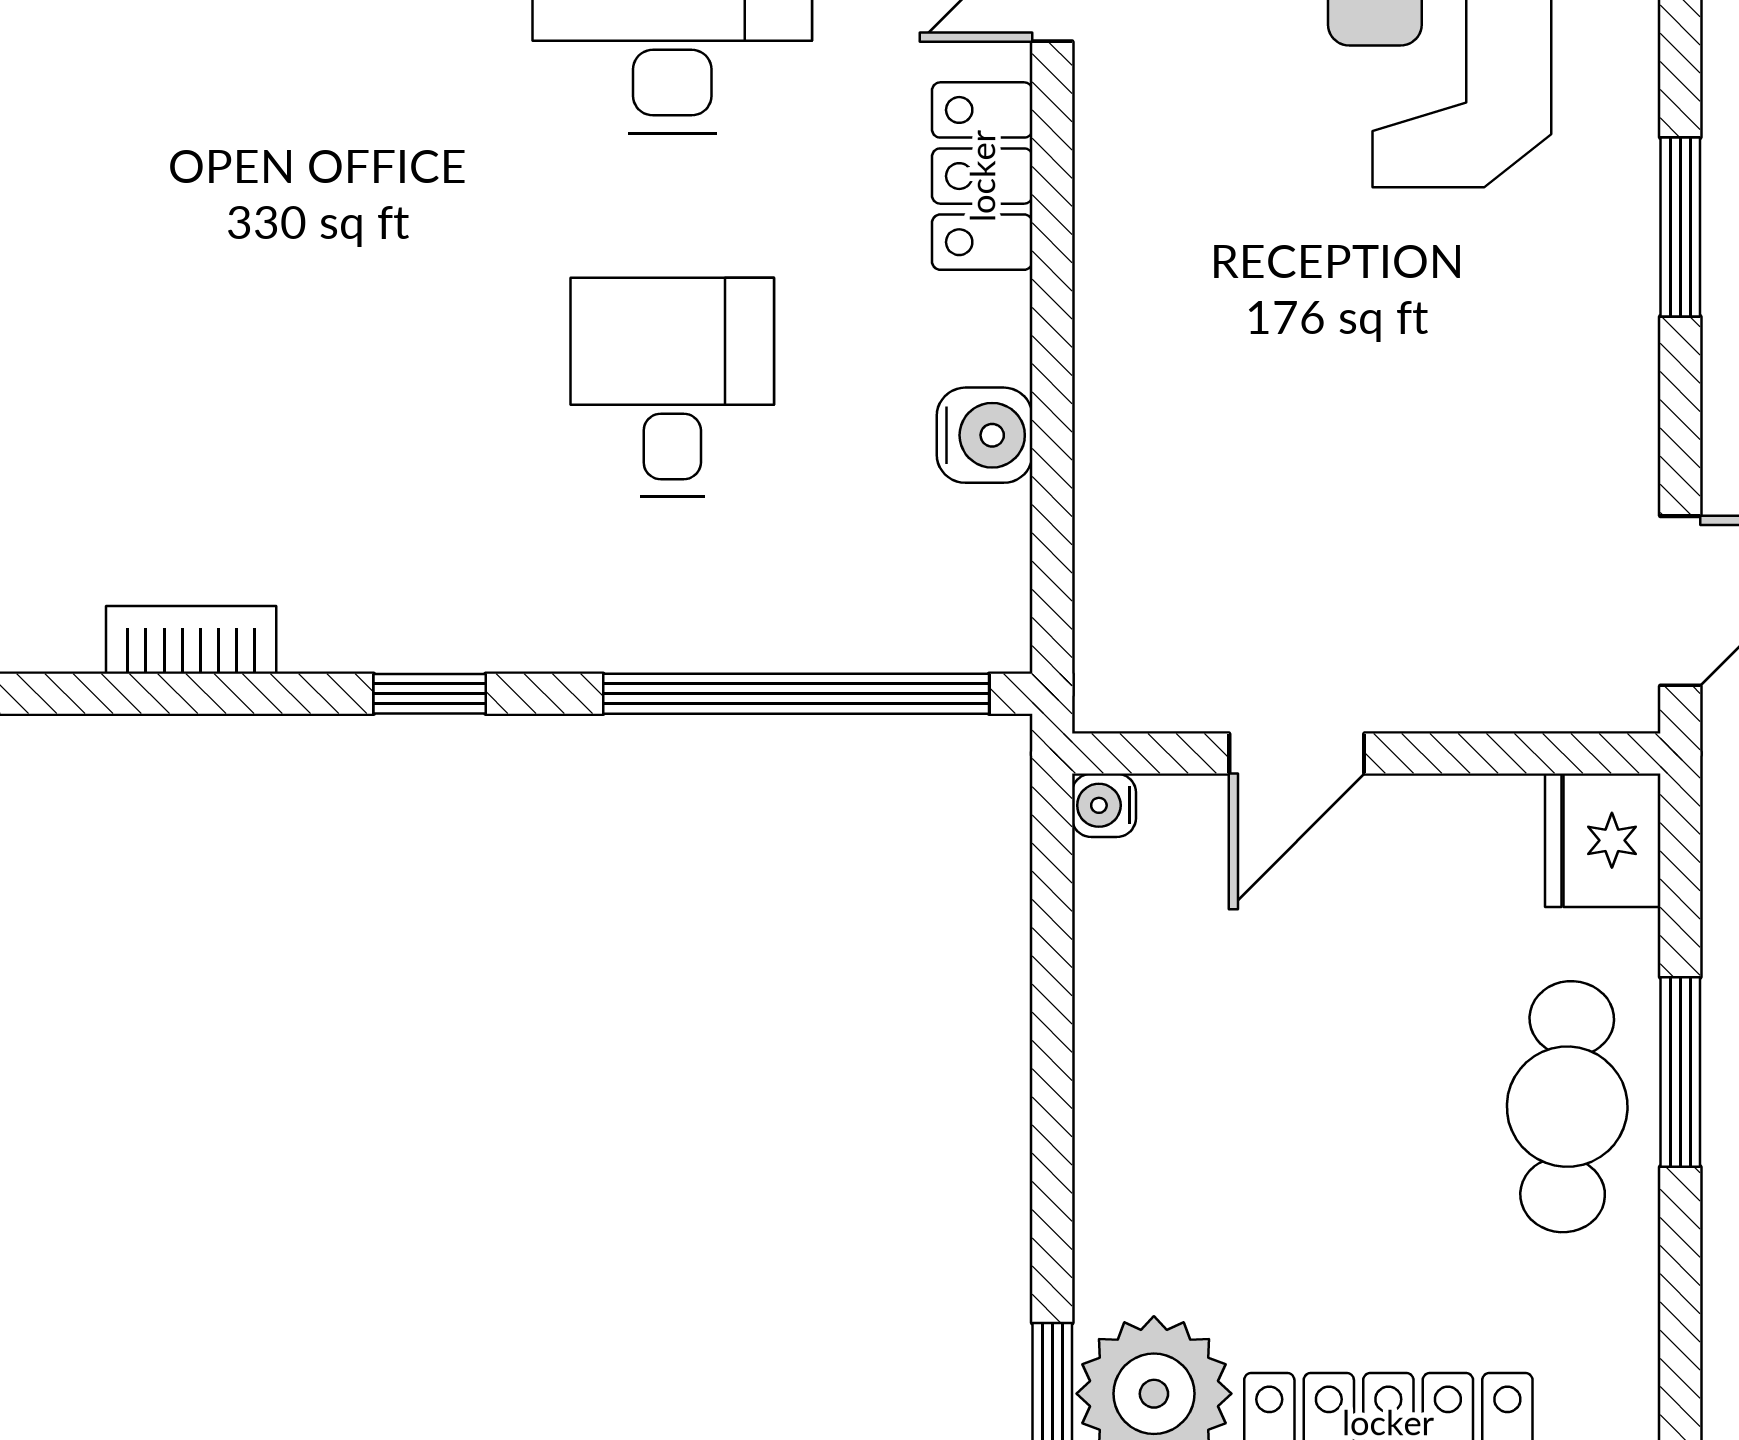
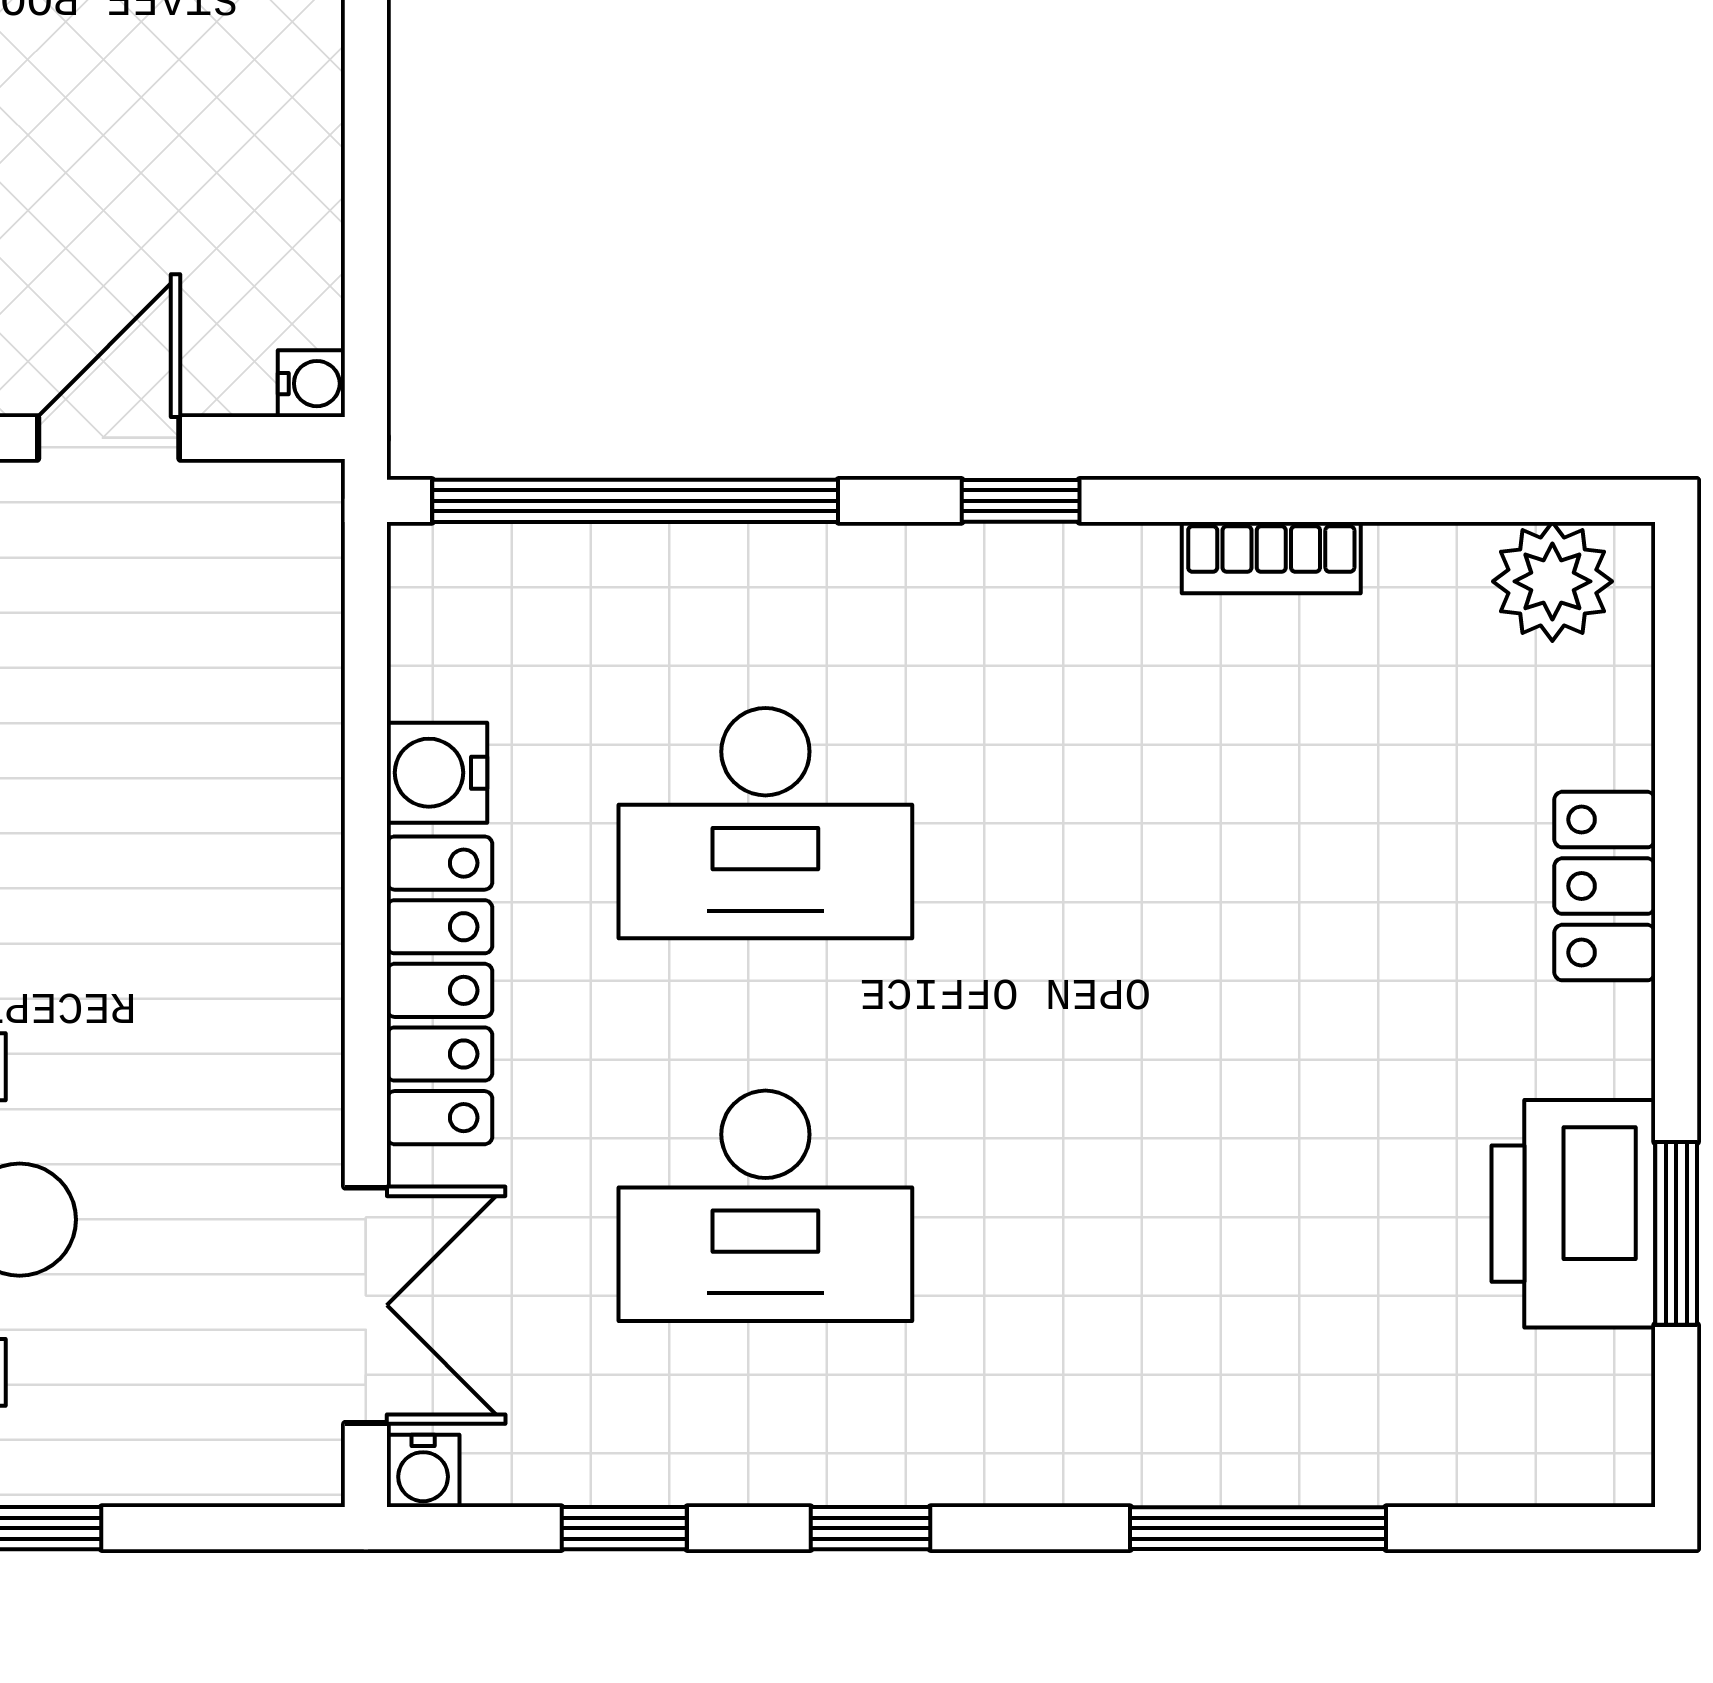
locker: (982, 176) -> (439, 990), width x1.53
desk: (672, 387) -> (765, 823), width x1.37

